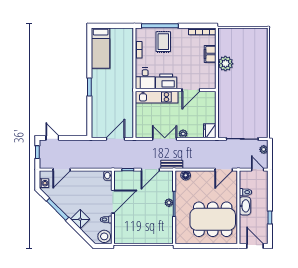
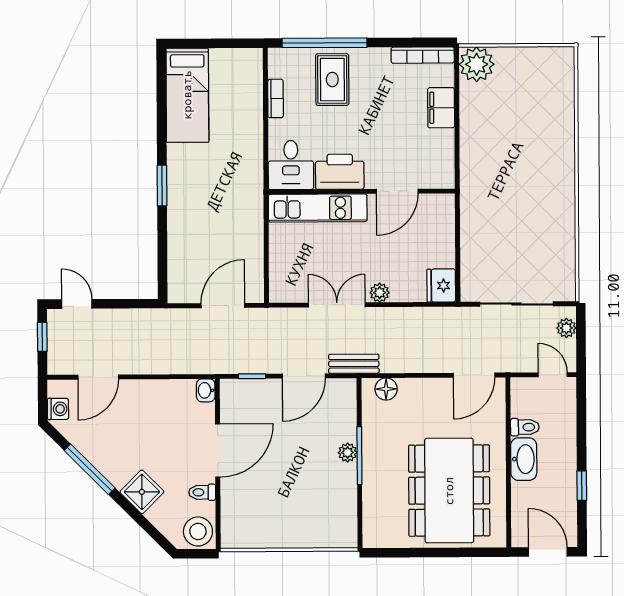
plant: (225, 64) -> (477, 64), moved
dining table: (213, 219) -> (449, 491), turned 90

